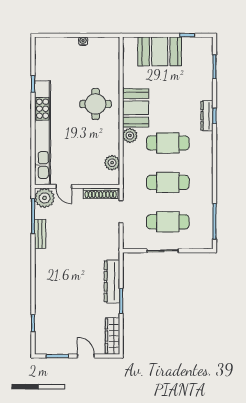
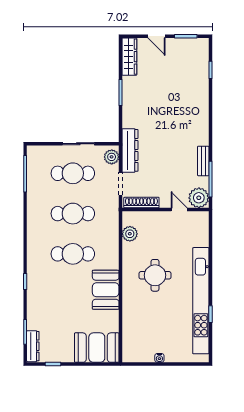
booth: (160, 51) -> (97, 348), moved
round table: (96, 104) -> (155, 275), moved
dresser: (207, 116) -> (33, 346), moved
kitchen unit: (43, 133) -> (201, 301), moved
plant: (130, 135) -> (112, 157), moved
dresser: (112, 281) -> (130, 150), moved

